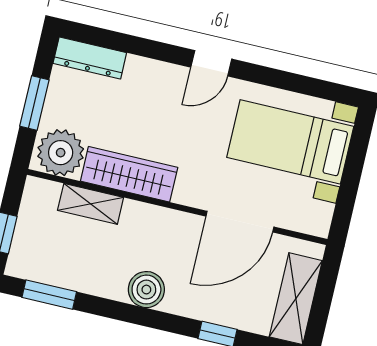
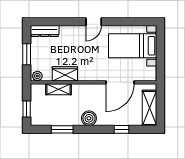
plant: (61, 153) -> (37, 76), width x0.53, depth x0.53
wardrobe: (129, 174) -> (65, 74), width x0.67
window: (49, 295) -> (62, 129), moved

